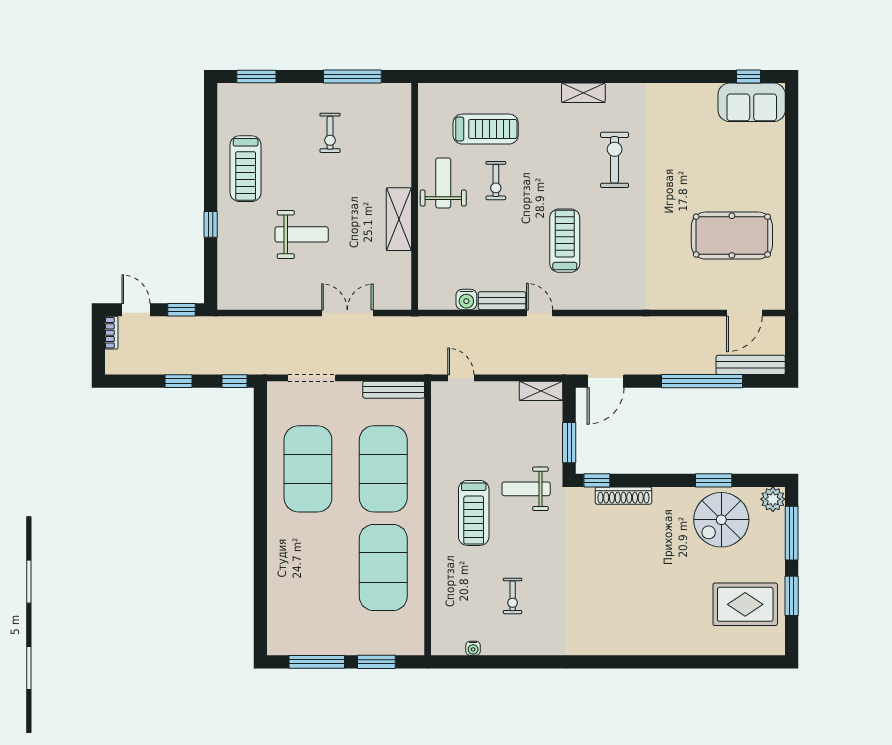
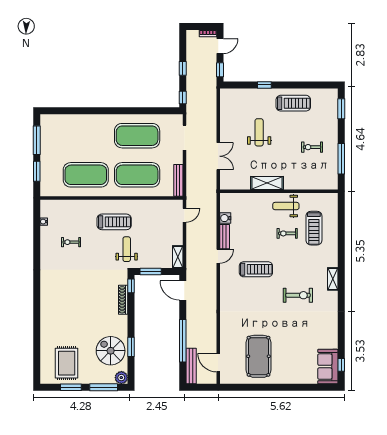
treadmill: (246, 169) -> (293, 103), turned 180
weight bench: (443, 183) -> (286, 206), turned 180
weight bench: (302, 234) -> (259, 132), turned 180
treadmill: (474, 513) -> (114, 222), turned 180

